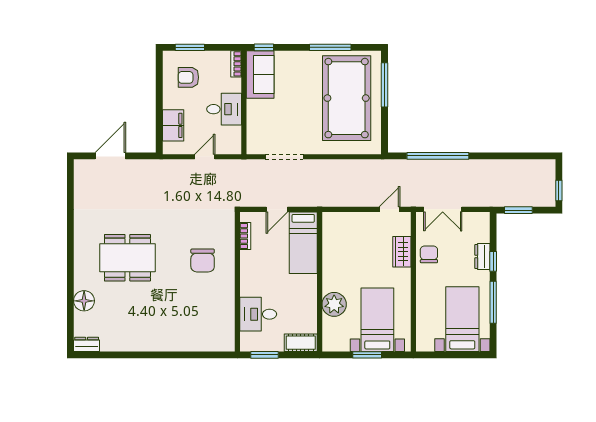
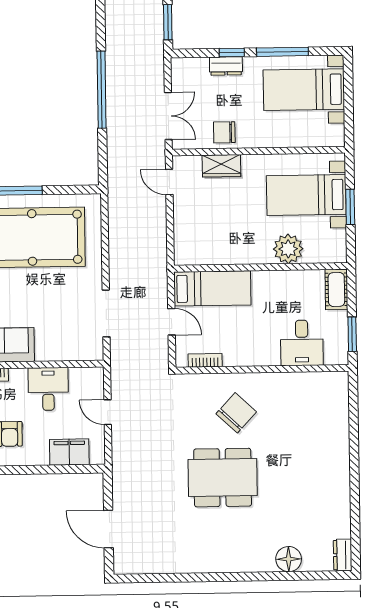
window: (438, 156) -> (102, 90), moved
dining table: (127, 258) -> (223, 478), moved, turned 90
chair: (203, 260) -> (236, 413), turned -47

